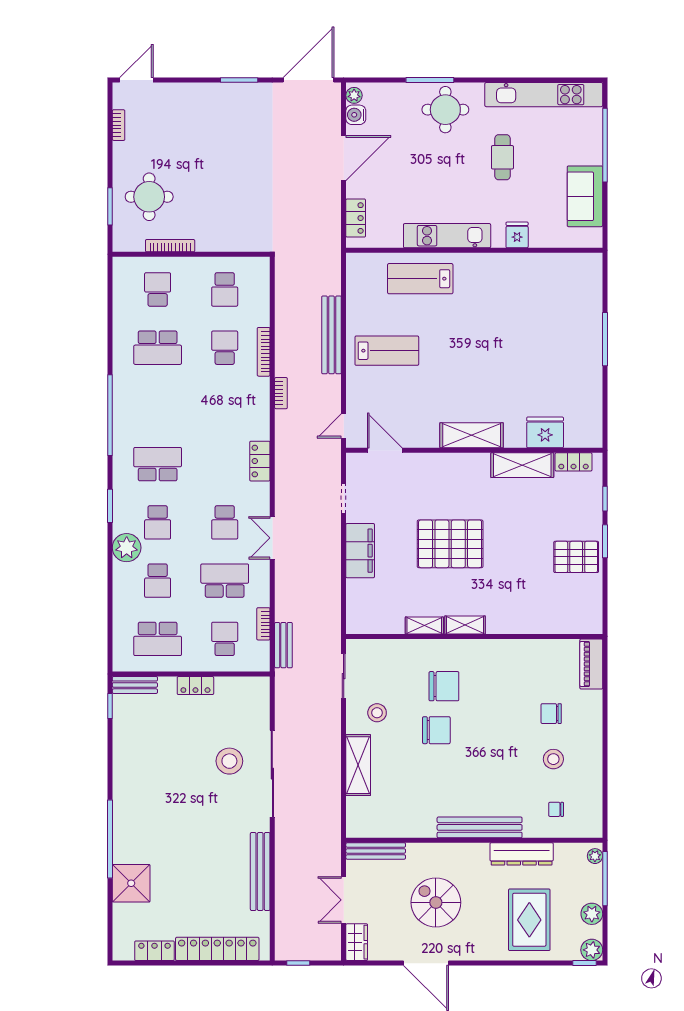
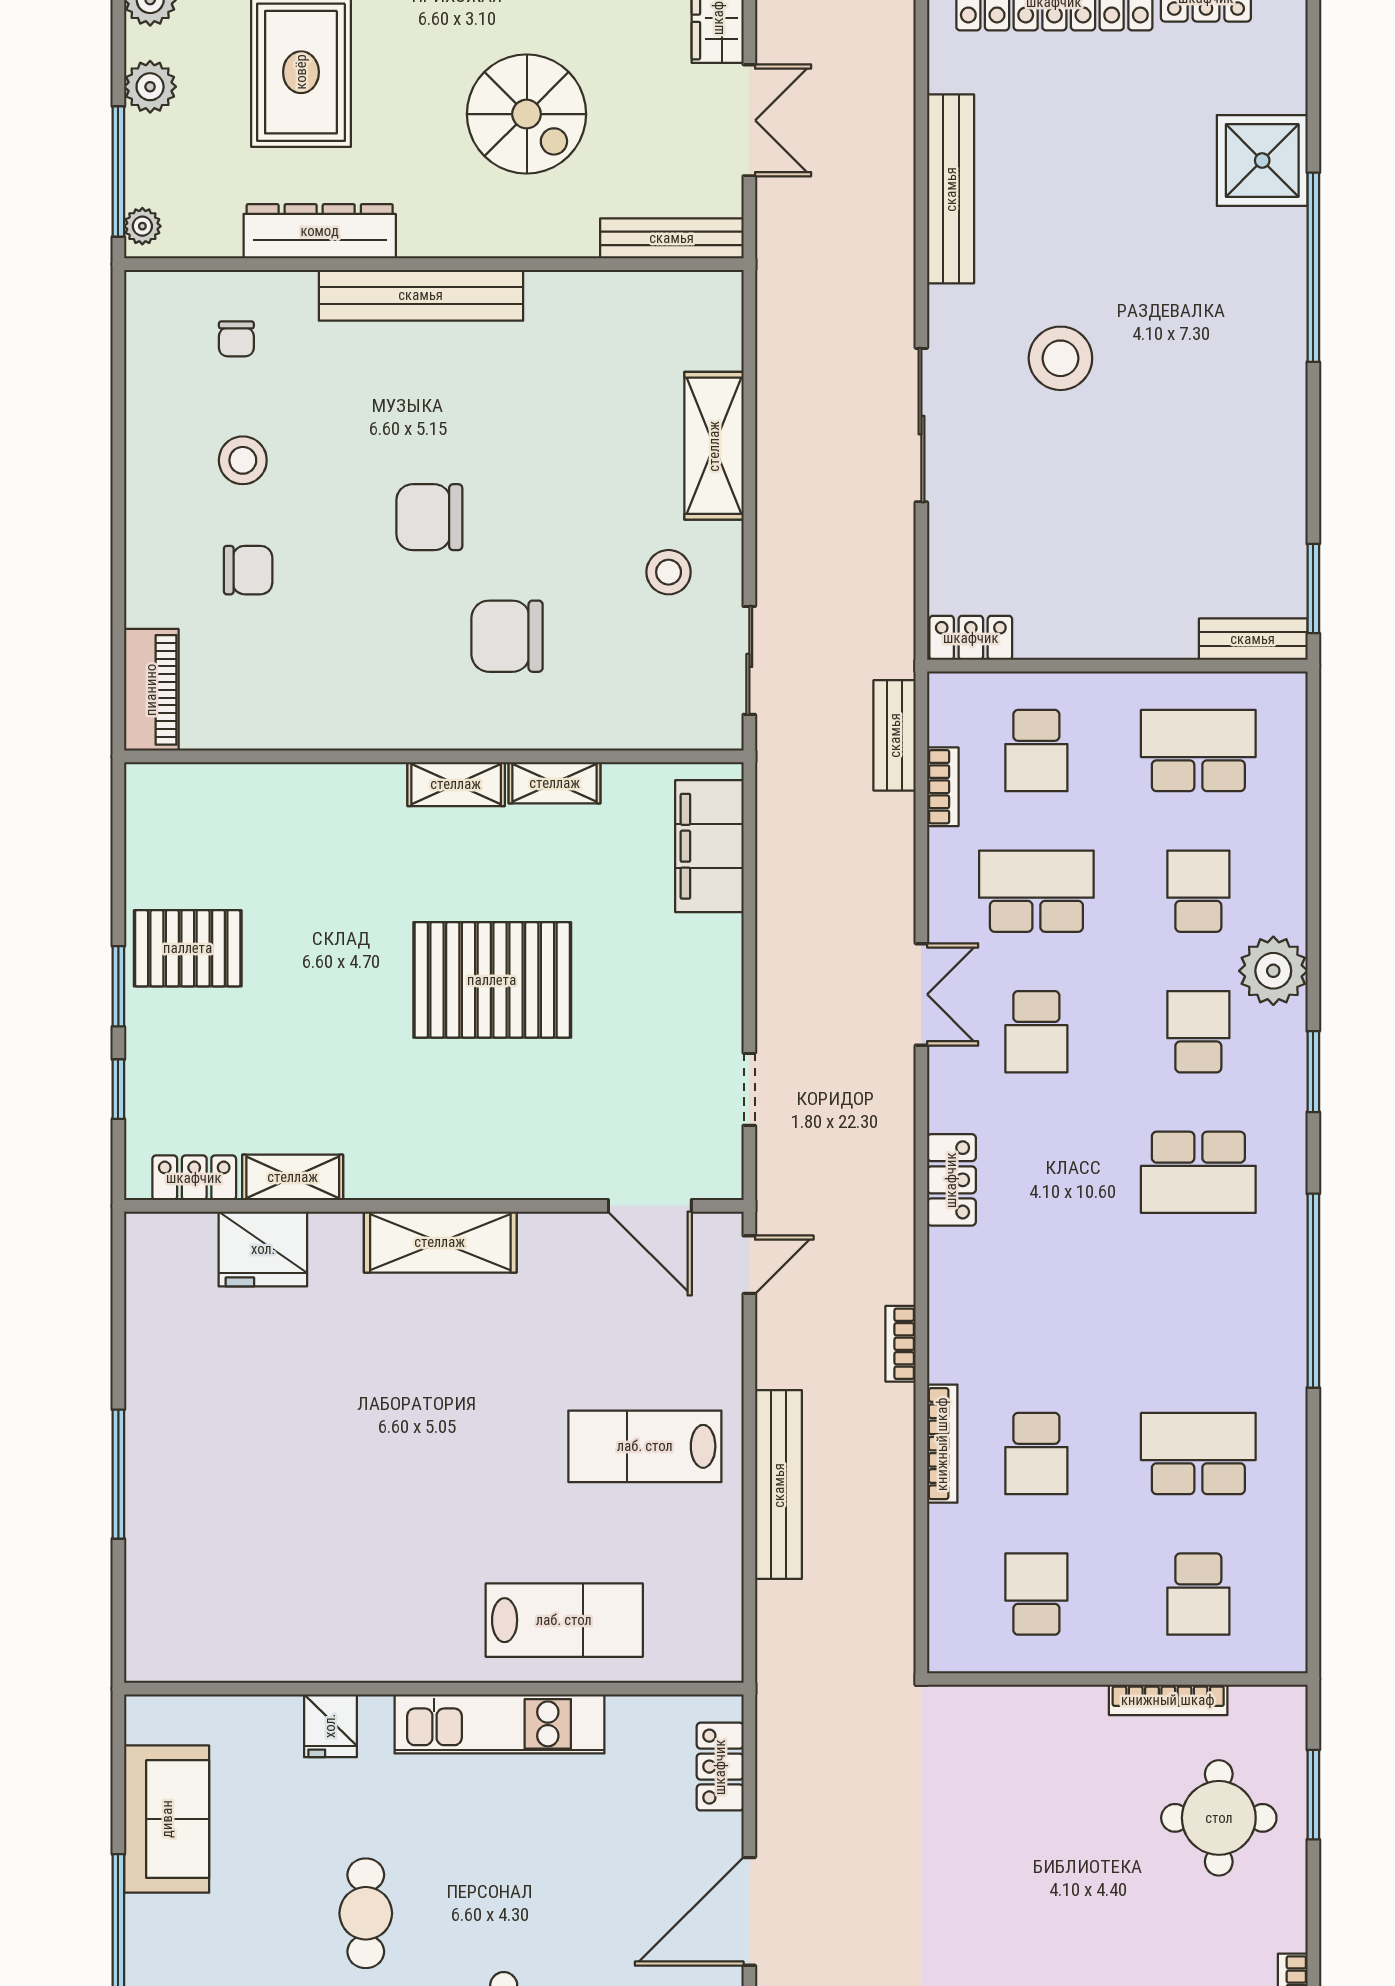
shelving: (522, 465) -> (293, 1177), width x0.67, depth x0.75
school desk: (225, 522) -> (1036, 1032), turned 180
filing cabinet: (360, 551) -> (709, 846), moved
school desk: (225, 581) -> (1036, 891), turned 180
locker: (195, 686) -> (971, 638), moved
window: (110, 706) -> (1313, 588), width x1.50
chair: (436, 730) -> (429, 517), moved
stool: (229, 761) -> (1060, 358), moved
sliding door: (272, 774) -> (921, 425), width x0.73
chair: (556, 809) -> (236, 339), turned 90

